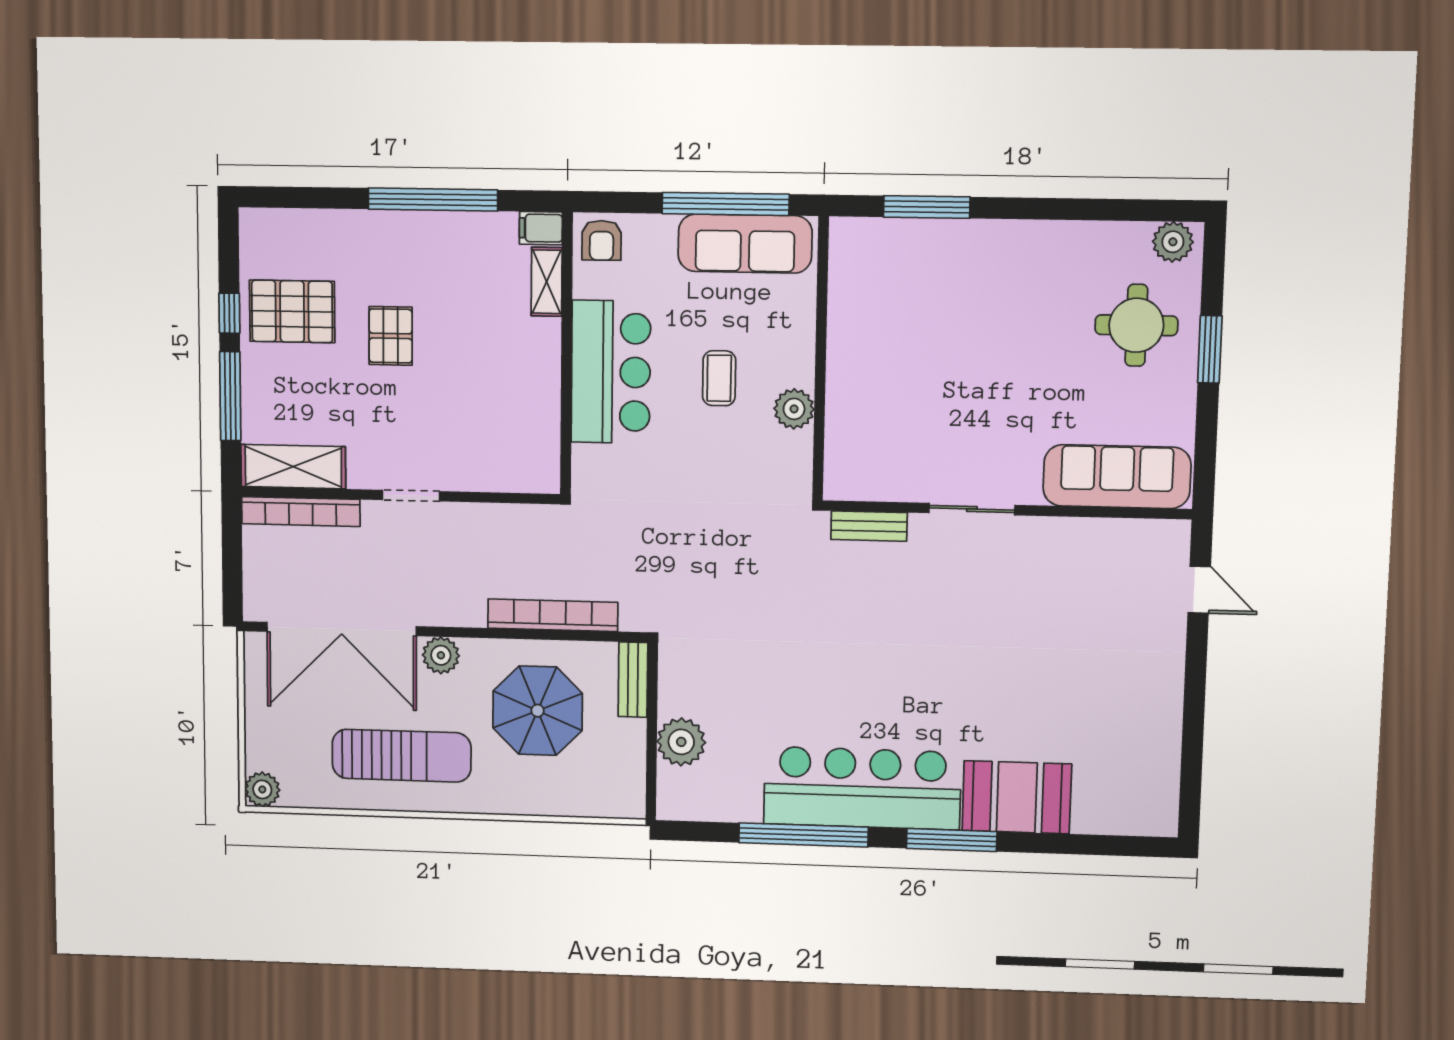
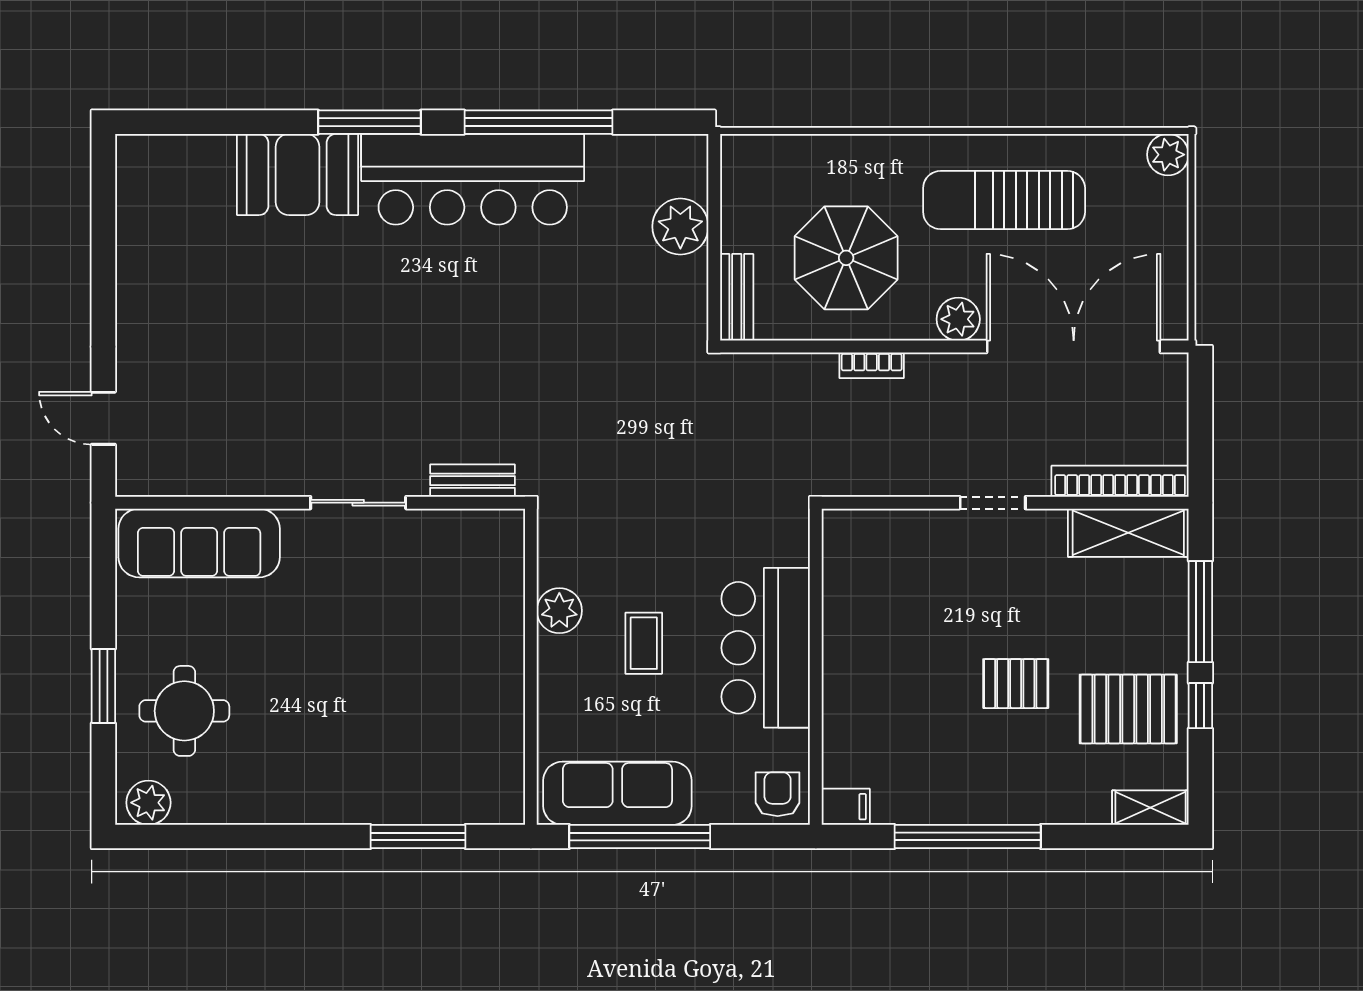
shelving: (547, 282) -> (1150, 808), moved, turned 90
pallet: (391, 336) -> (1016, 684), turned 90
bookcase: (553, 615) -> (872, 365), width x0.43, depth x0.76

